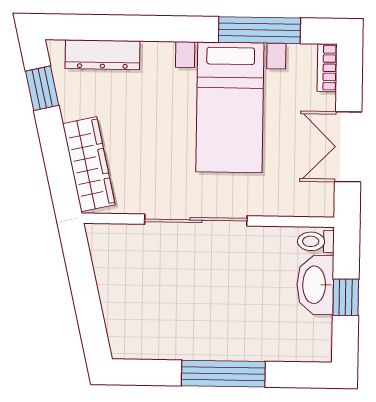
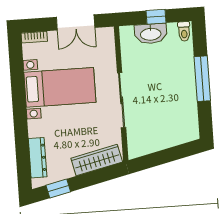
window: (259, 30) -> (17, 75), removed
toilet: (316, 241) -> (184, 31), moved

